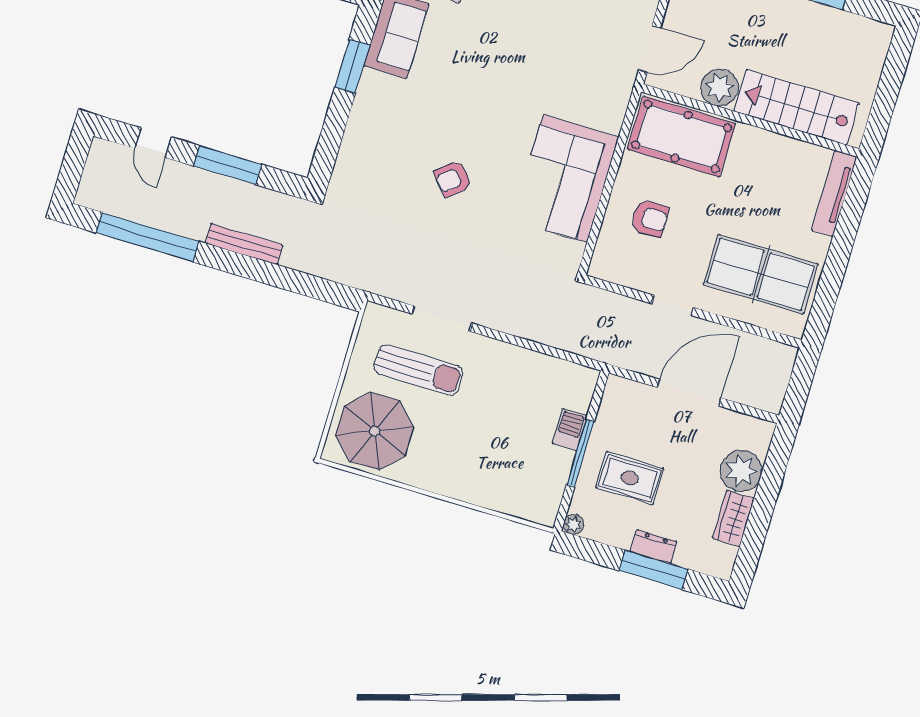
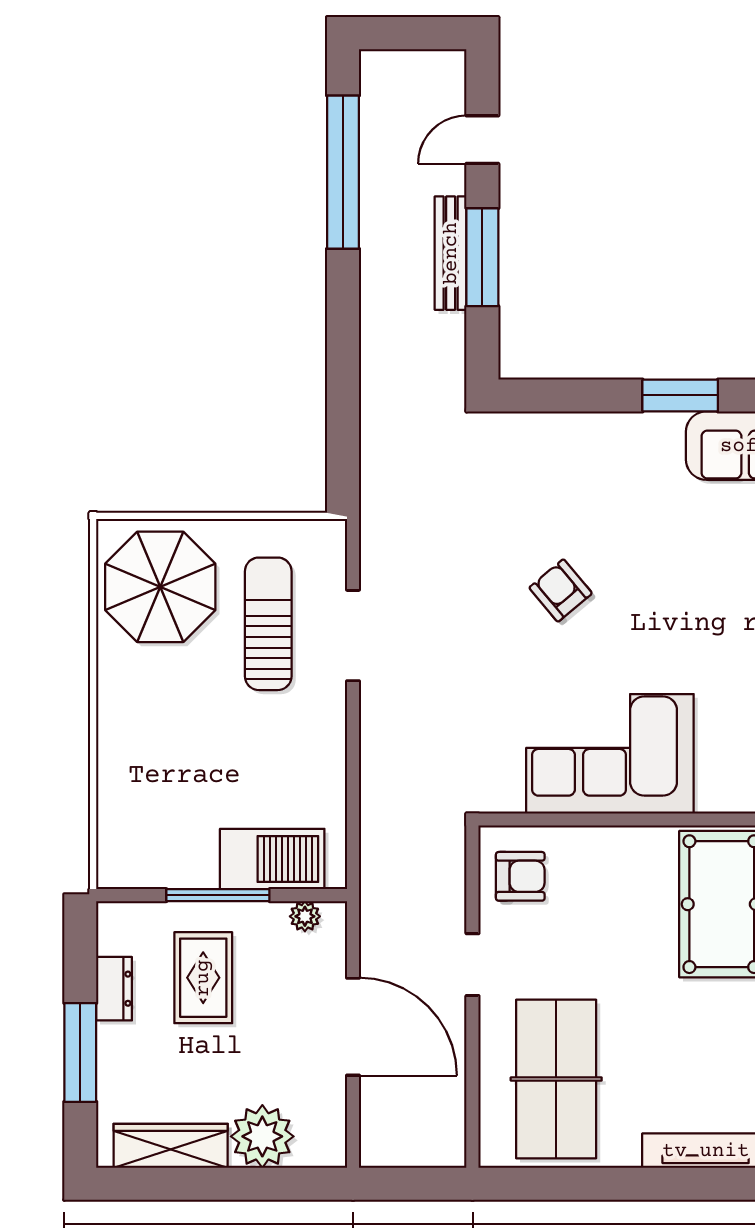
armchair: (650, 218) -> (520, 876), moved, turned -90
bench: (244, 244) -> (451, 253), moved
sun lounger: (418, 370) -> (268, 624), turned 180
barbecue: (570, 429) -> (272, 859), width x1.88, depth x1.53
wardrobe: (733, 518) -> (171, 1146), width x1.50
plant: (574, 524) -> (305, 916), moved
dresser: (654, 547) -> (114, 989), moved

